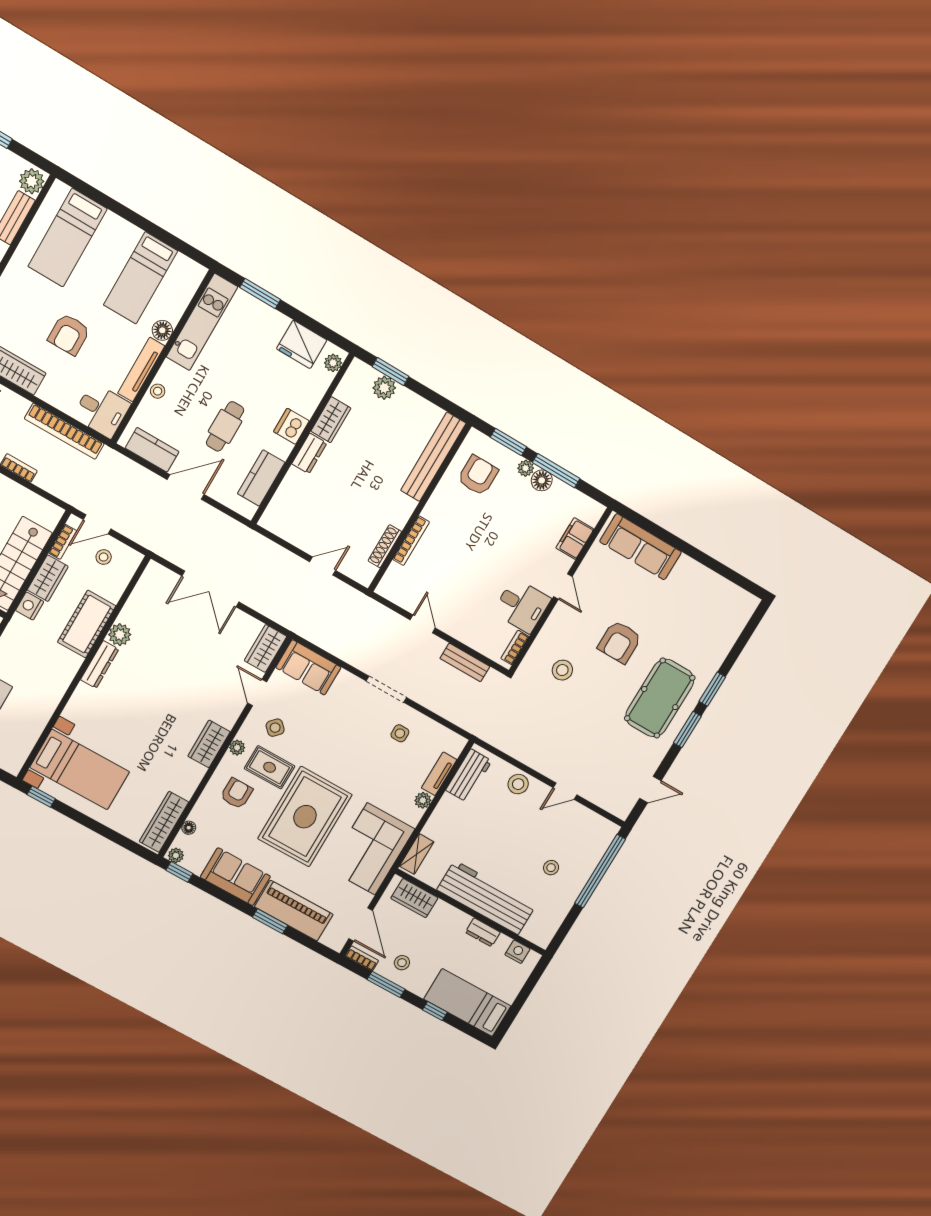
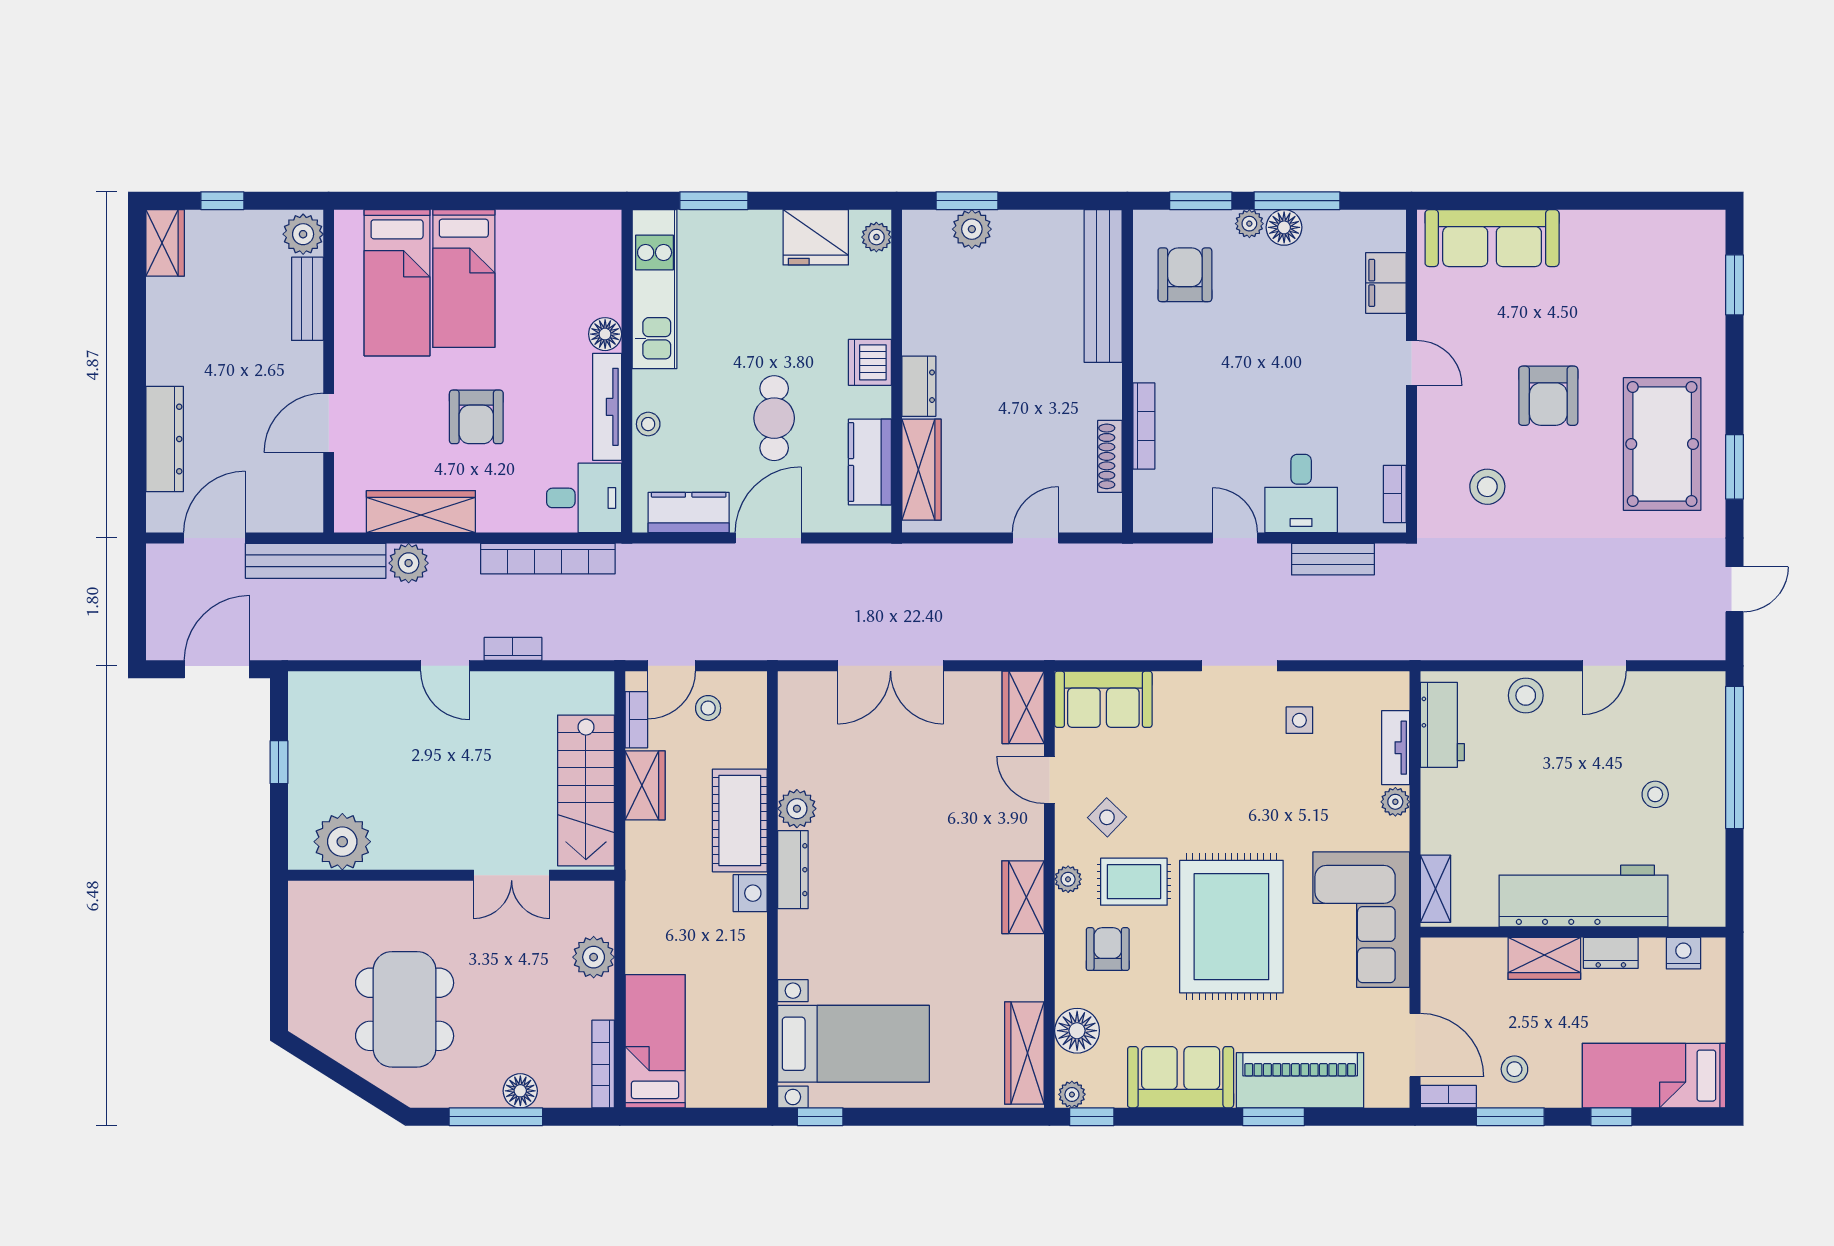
bed: (141, 278) -> (464, 278), moved
wardrobe: (331, 420) -> (922, 470), moved, width x1.50
nightstand: (30, 606) -> (750, 893), moved, turned 180
desk: (522, 606) -> (1301, 494), moved, turned 90
window: (712, 689) -> (1735, 285), moved
floor lamp: (189, 828) -> (1077, 1031), width x1.89, depth x1.89
wardrobe: (414, 898) -> (1544, 958), moved

